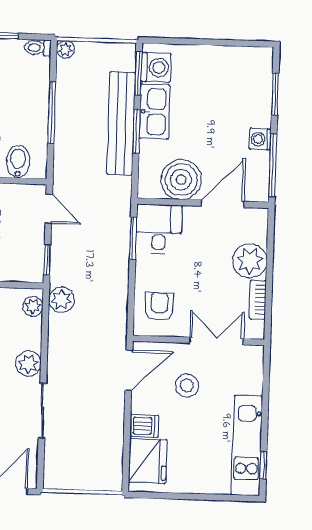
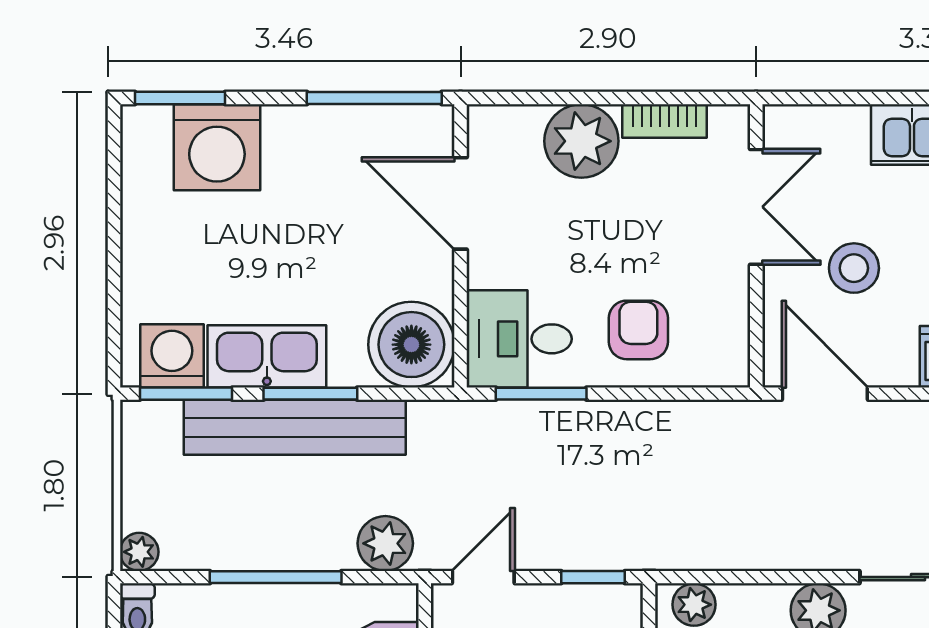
window: (275, 94) -> (180, 98), moved
washing machine: (260, 139) -> (217, 147), moved, width x1.89, depth x1.89
boiler: (181, 180) -> (411, 345), moved
plant: (62, 300) -> (385, 543), moved
armchair: (159, 306) -> (638, 330), moved, turned 90
double door: (217, 341) -> (756, 207), swing flipped

